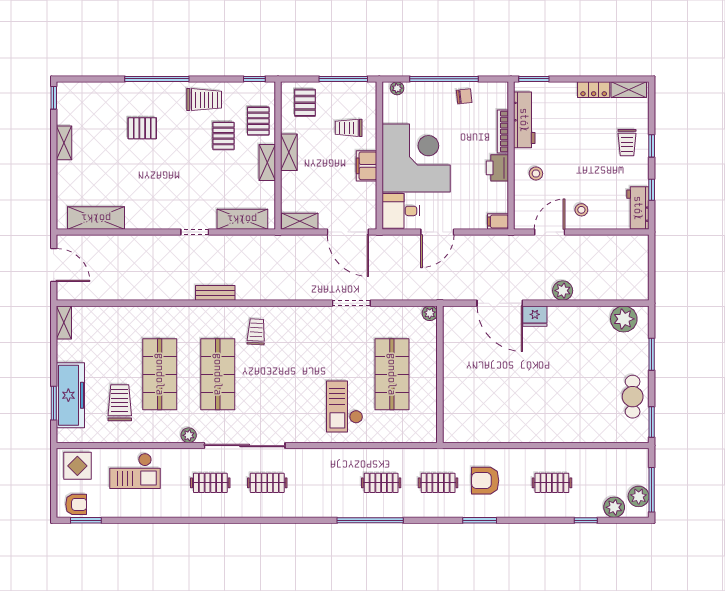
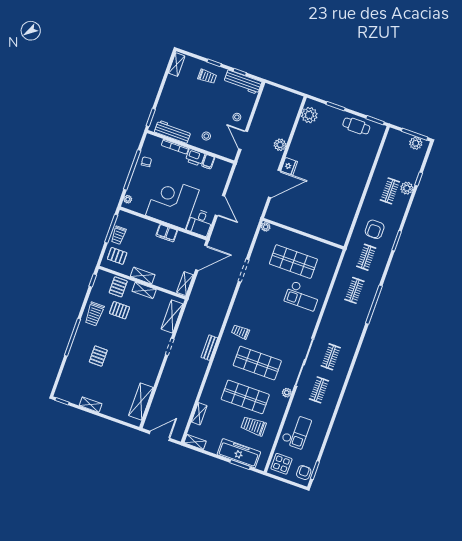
locker: (594, 90) -> (169, 85), removed
trolley: (204, 100) -> (94, 314), turned 180
pallet: (258, 121) -> (118, 287), turned 90
trolley: (349, 128) -> (119, 235), moved
workbench: (638, 208) -> (243, 82), width x1.37
filing cabinet: (498, 222) -> (208, 162), moved
shelving: (109, 313) -> (199, 414), added
plant: (614, 507) -> (407, 188), moved

